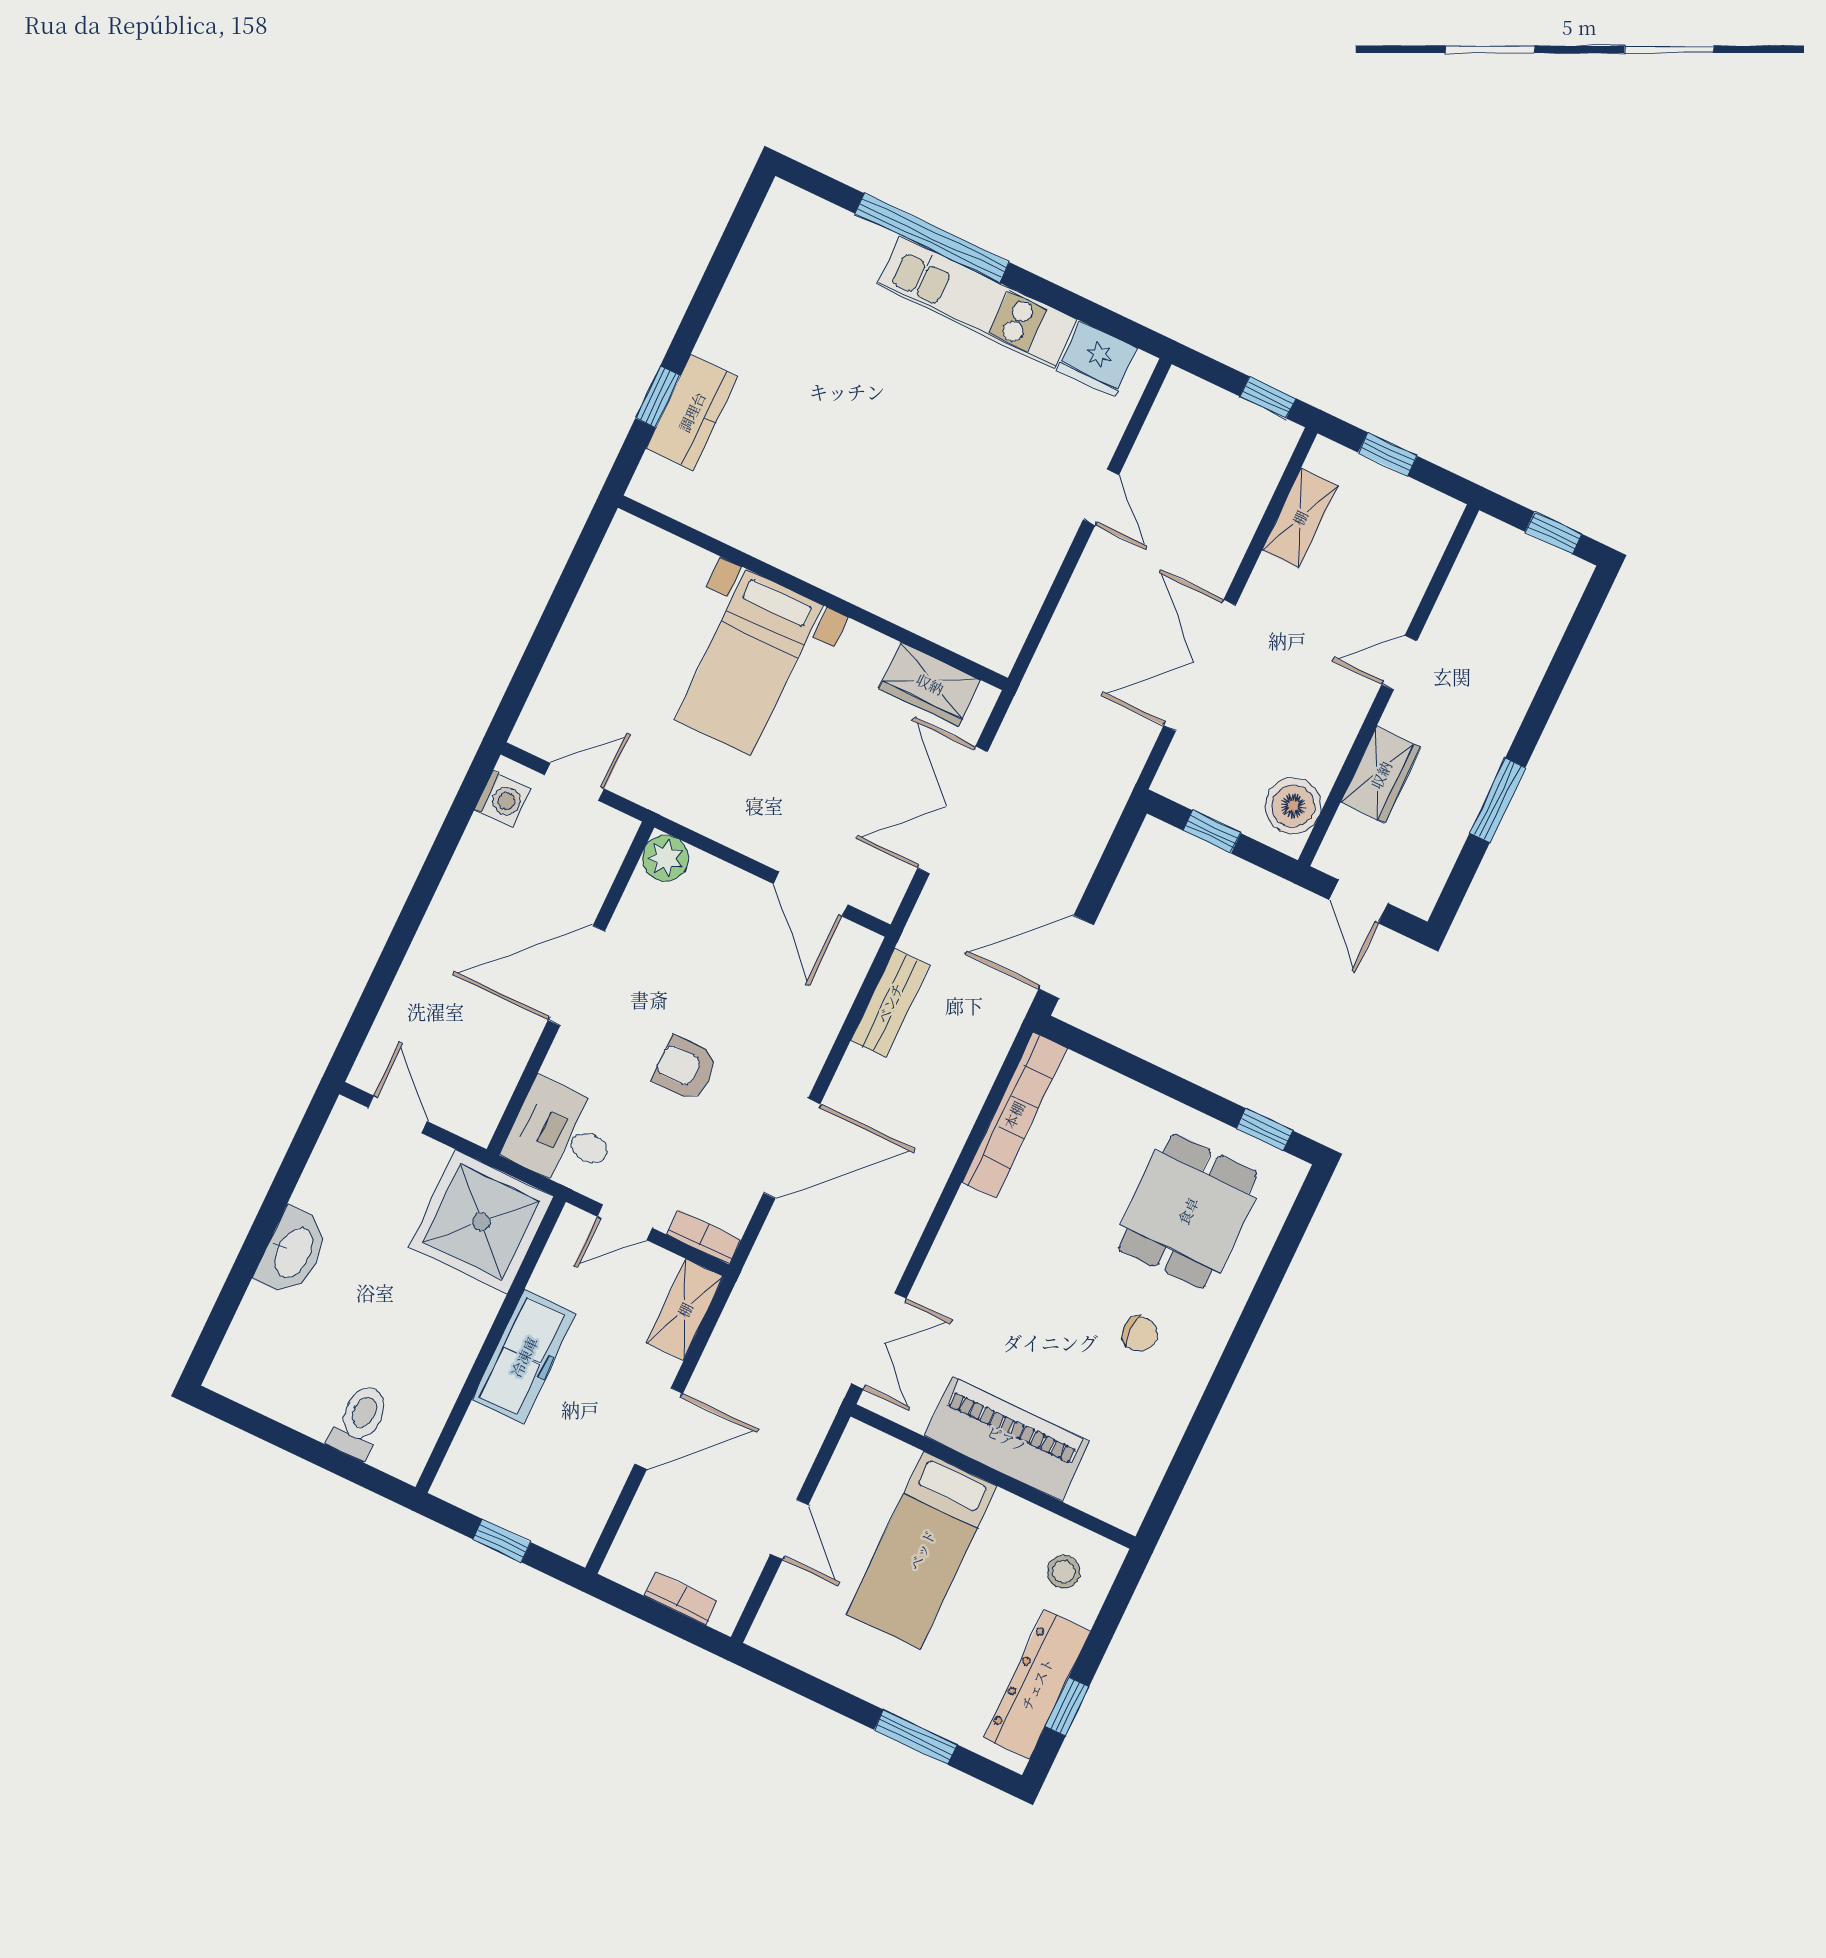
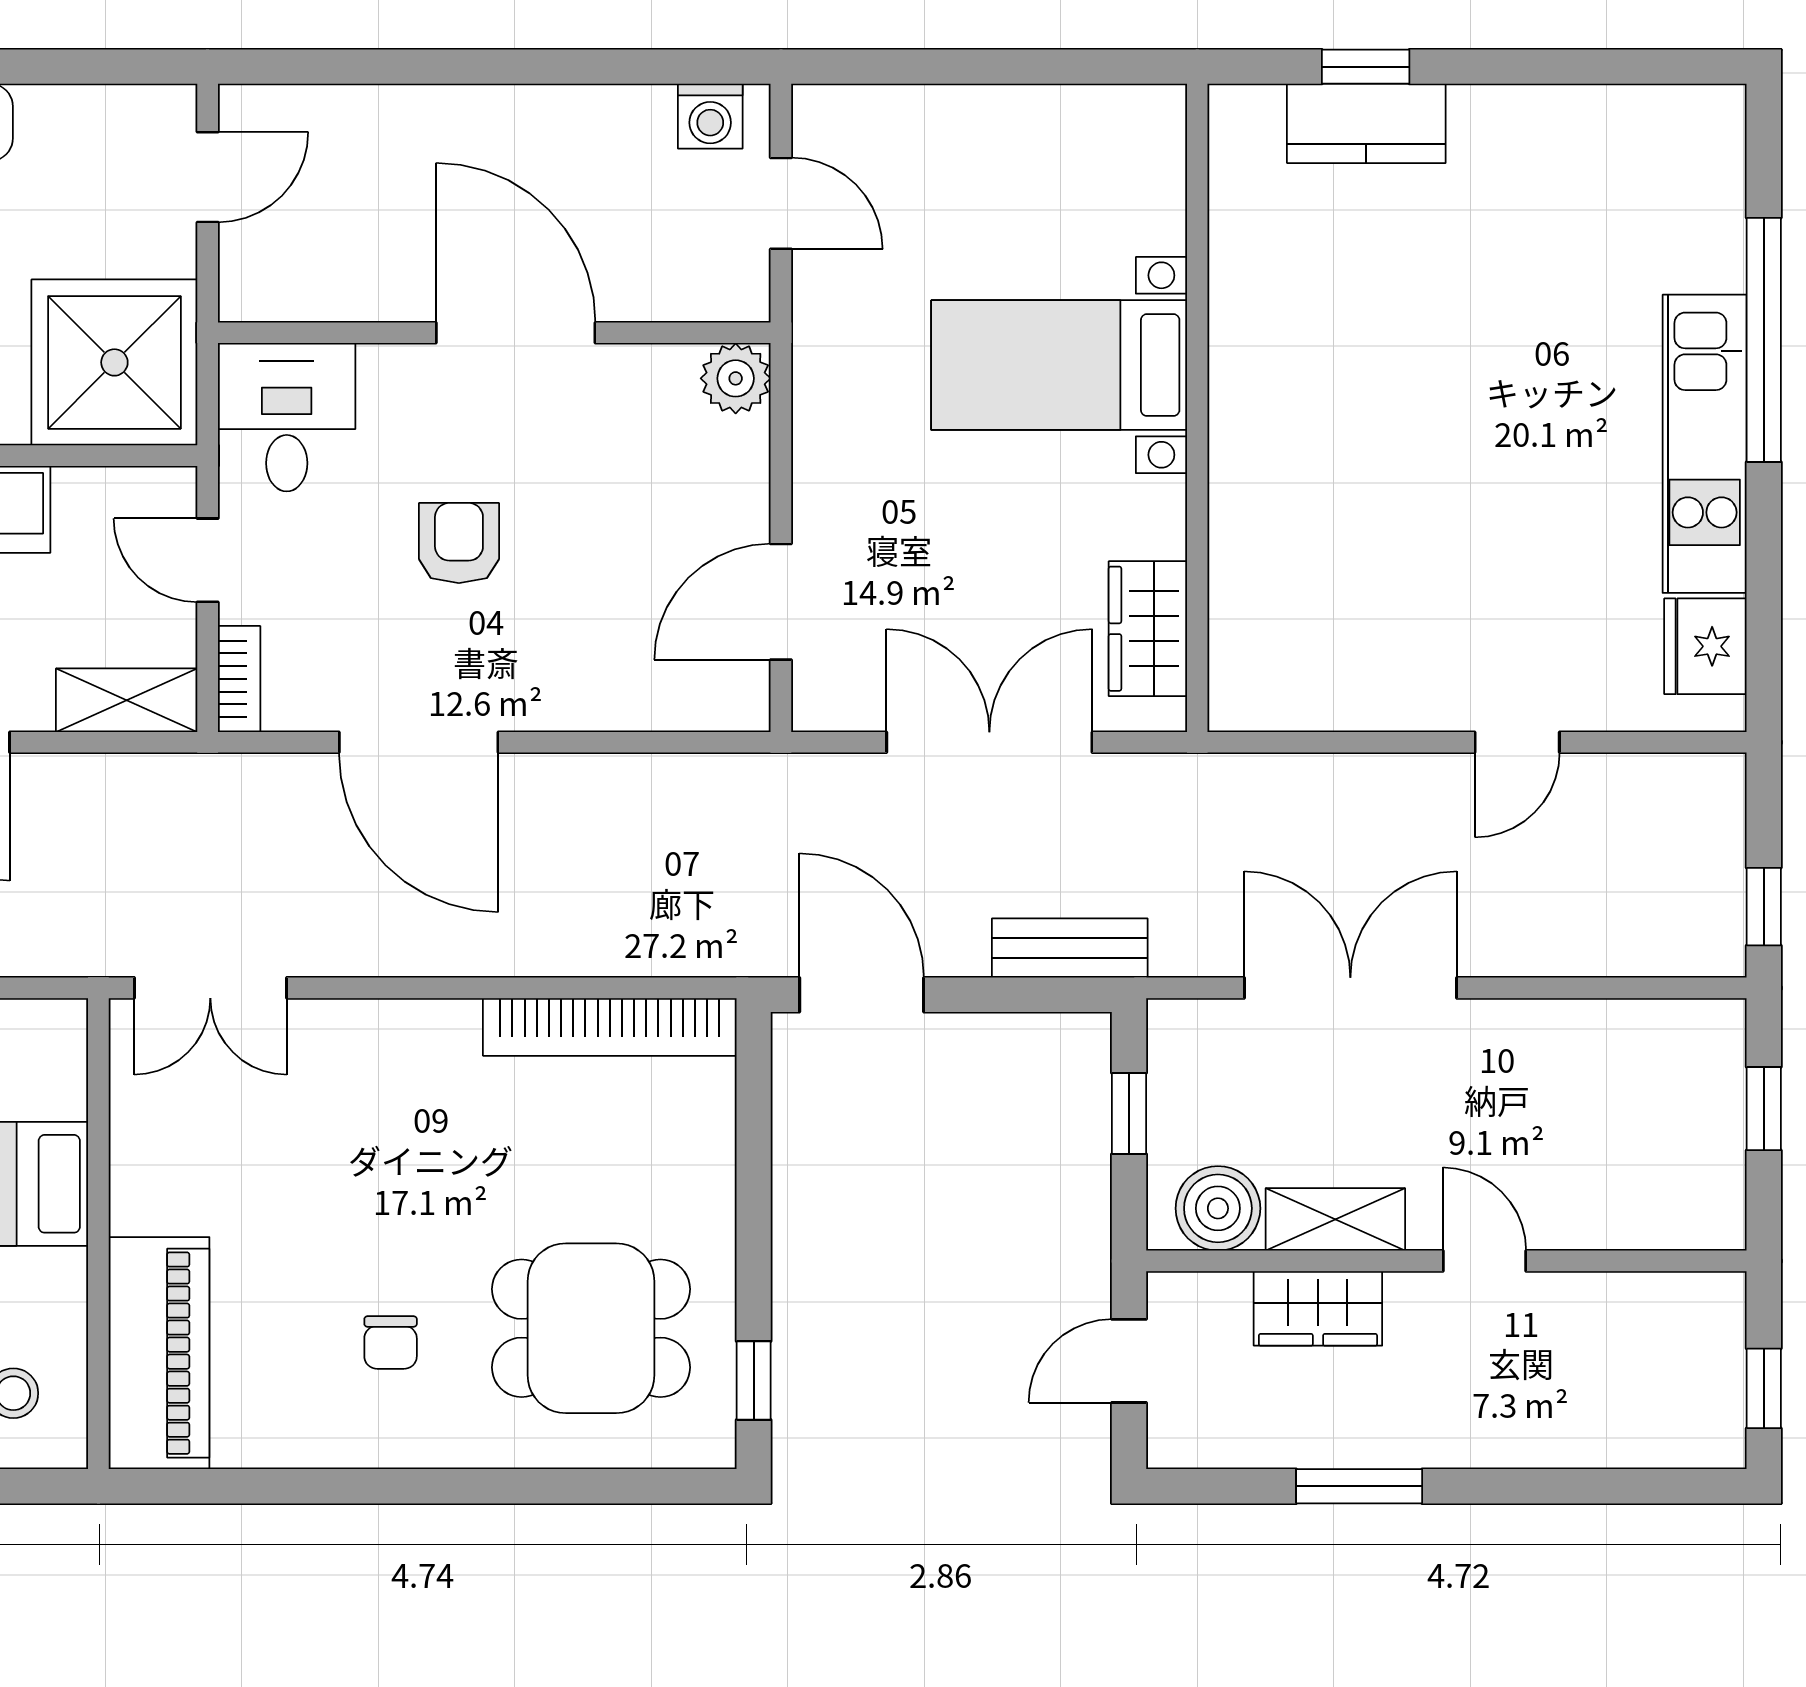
shelving: (1300, 518) -> (1335, 1219), moved
bench: (890, 1003) -> (1070, 948), moved
piano: (1007, 1439) -> (159, 1353), moved

